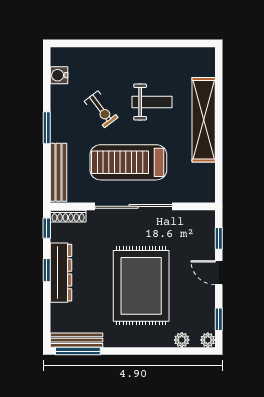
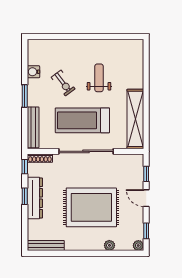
water cooler: (59, 75) -> (33, 72), moved
weight bench: (152, 102) -> (99, 78), turned -90
shelving: (204, 120) -> (135, 119), moved
rug: (141, 286) -> (91, 207), turned 90
plant: (182, 340) -> (109, 245), moved
window: (78, 351) -> (47, 253), removed

